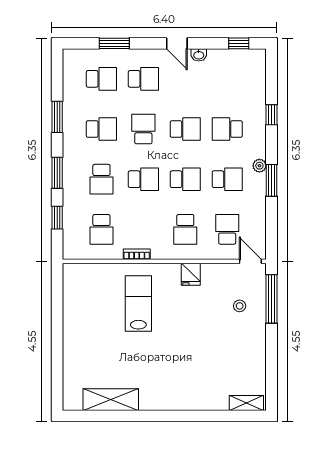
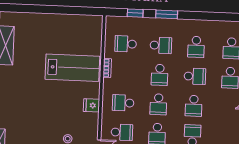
window: (57, 117) -> (206, 16), removed
school desk: (101, 179) -> (161, 45), turned 180
lab bench: (138, 304) -> (72, 68), width x1.36, depth x1.39

